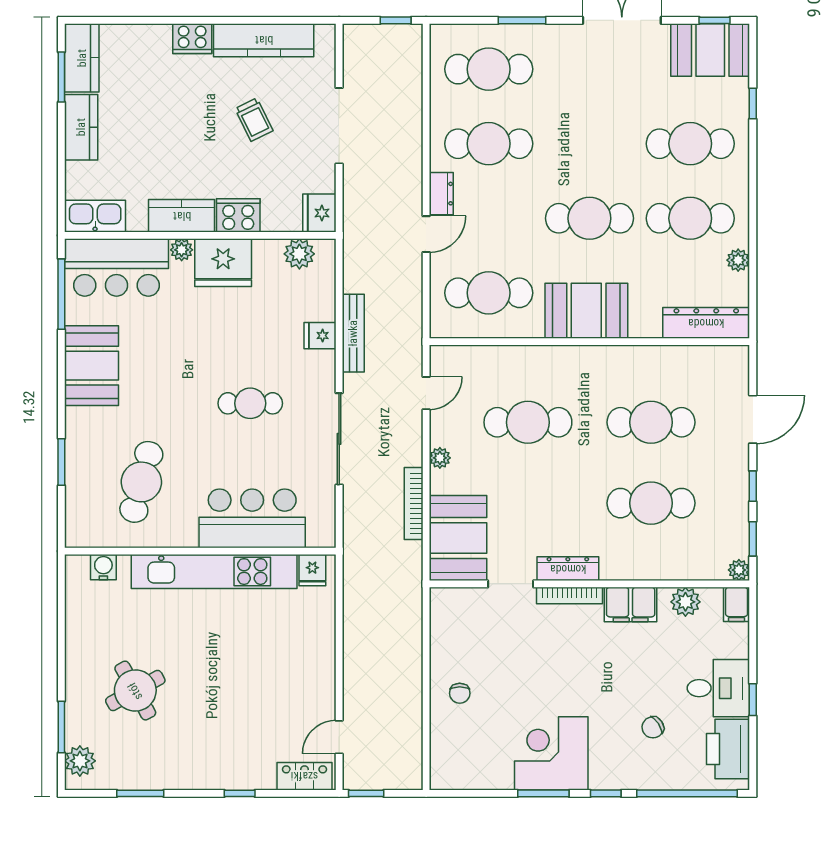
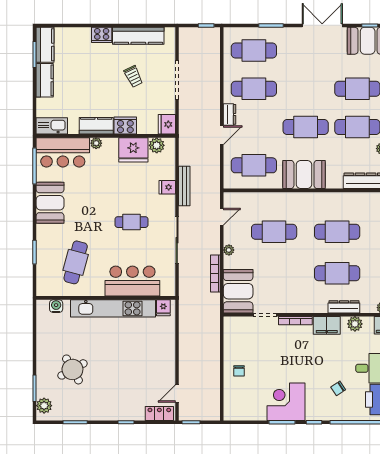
fridge: (223, 263) -> (133, 150), moved
dresser: (568, 569) -> (344, 307), moved

